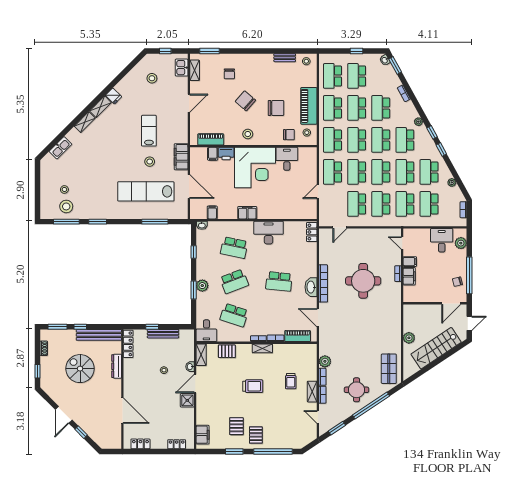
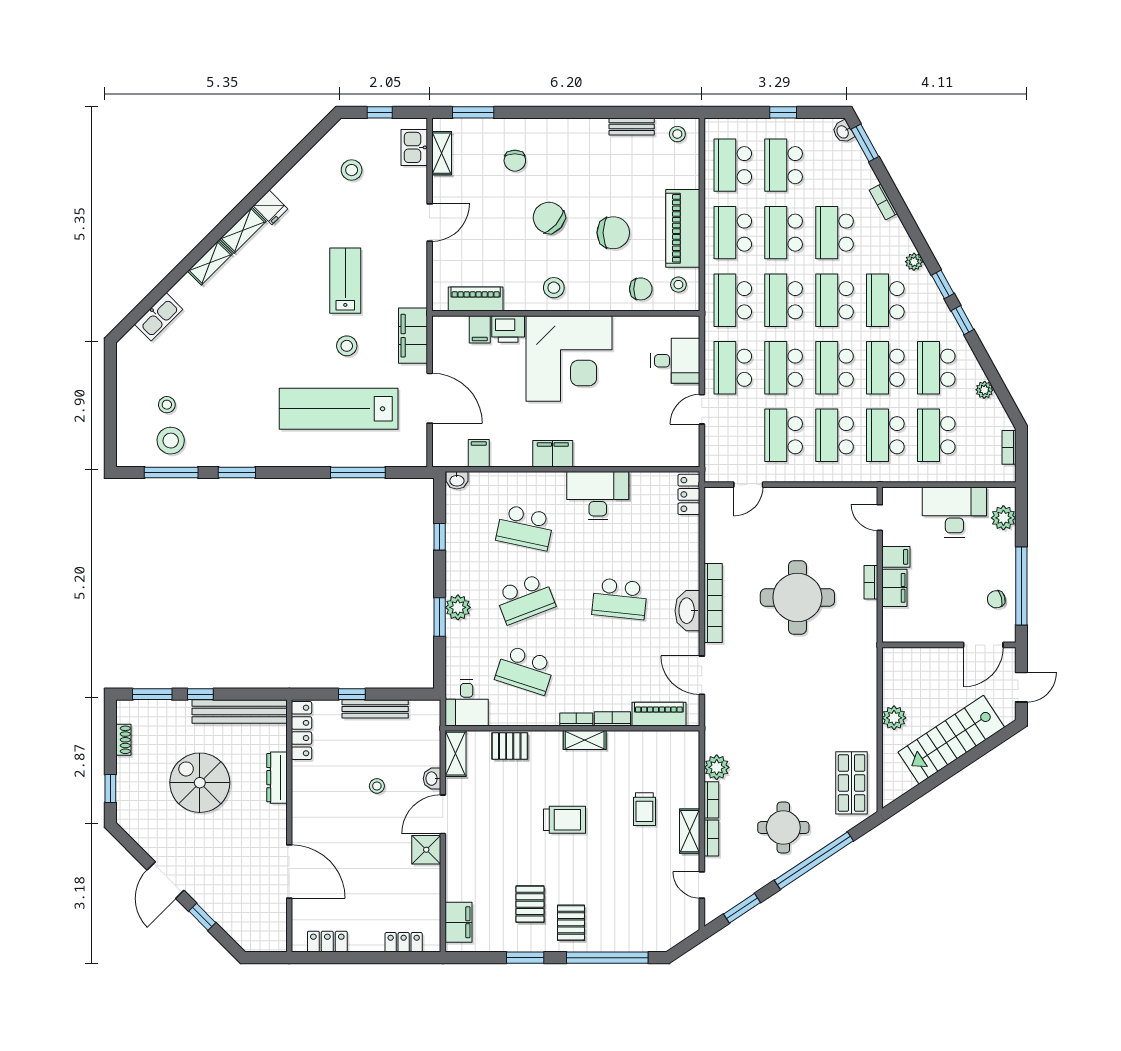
desk: (287, 159) -> (675, 361), moved, turned 90
desk: (442, 240) -> (954, 512), width x1.37

